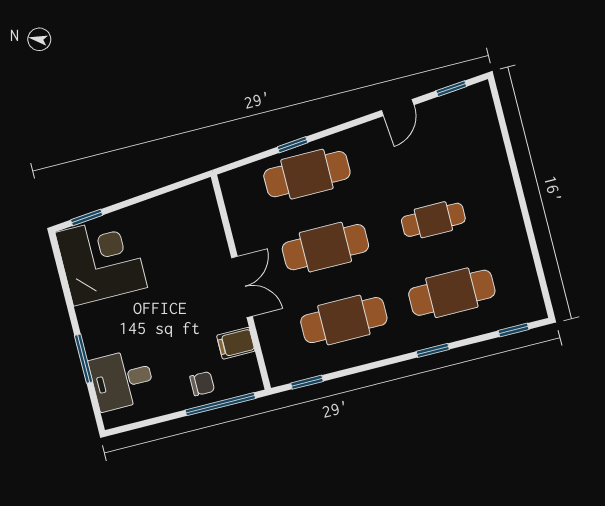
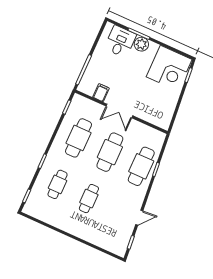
door: (398, 108) -> (139, 218), swing flipped
cafe table: (452, 293) -> (58, 184), width x0.73, depth x0.74
plant: (98, 340) -> (141, 44), added
chair: (202, 384) -> (96, 69), removed

